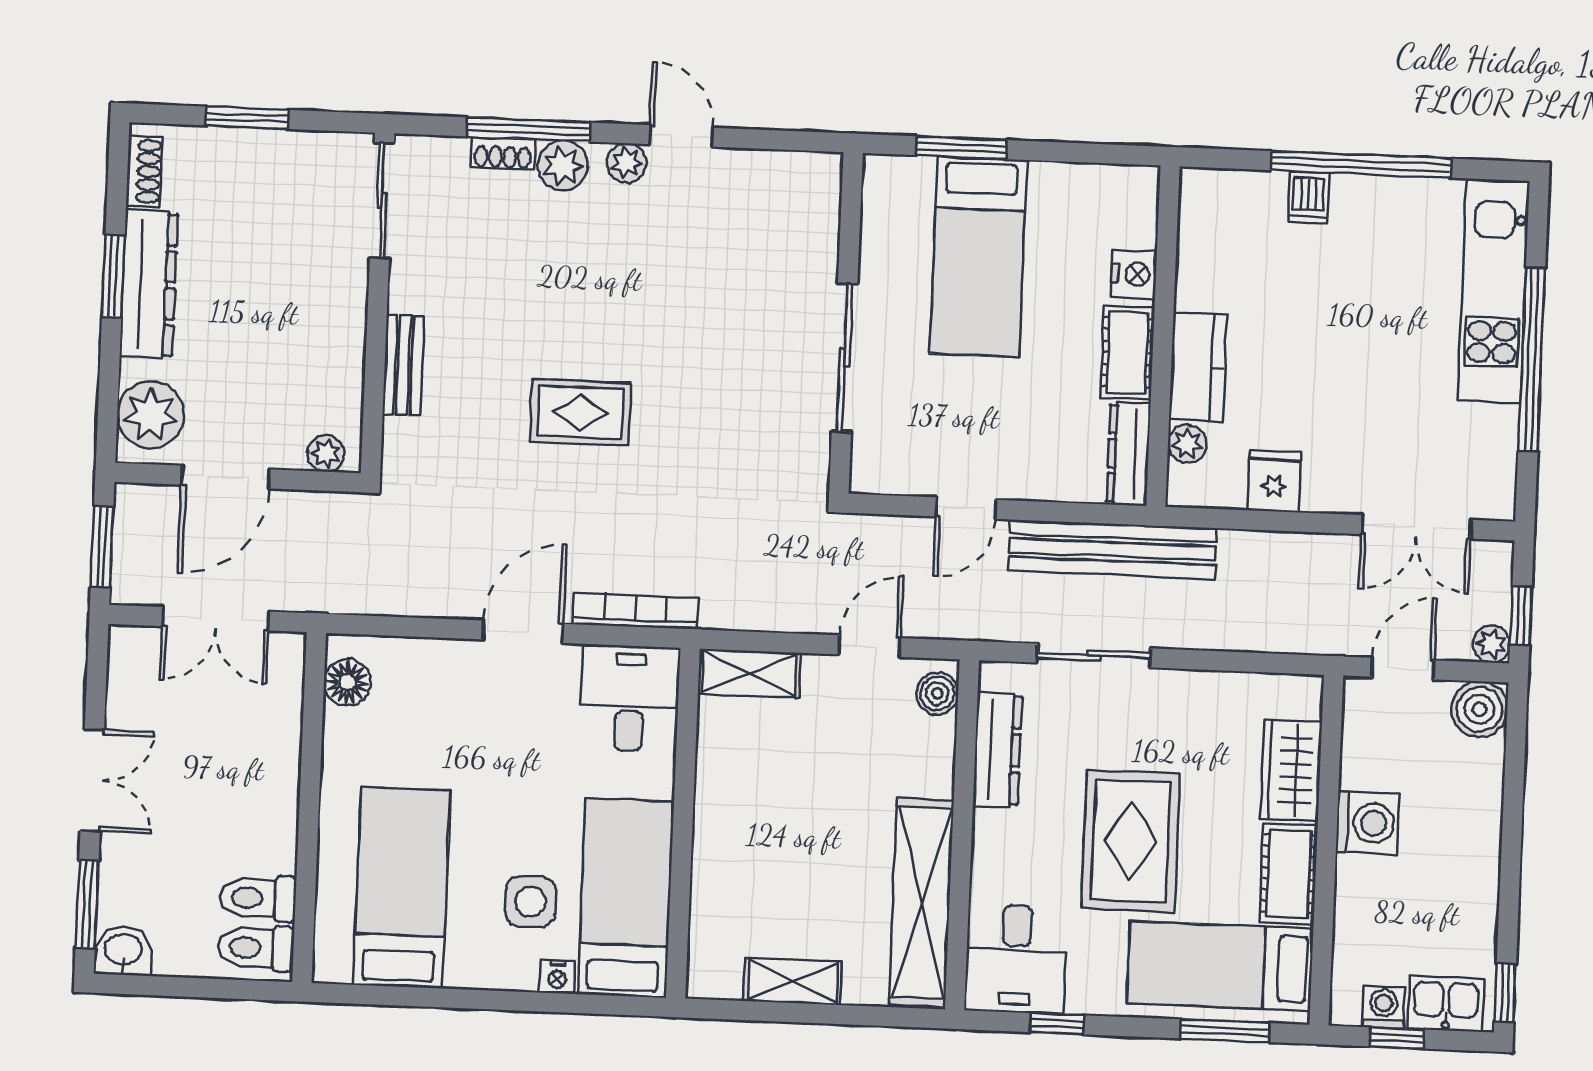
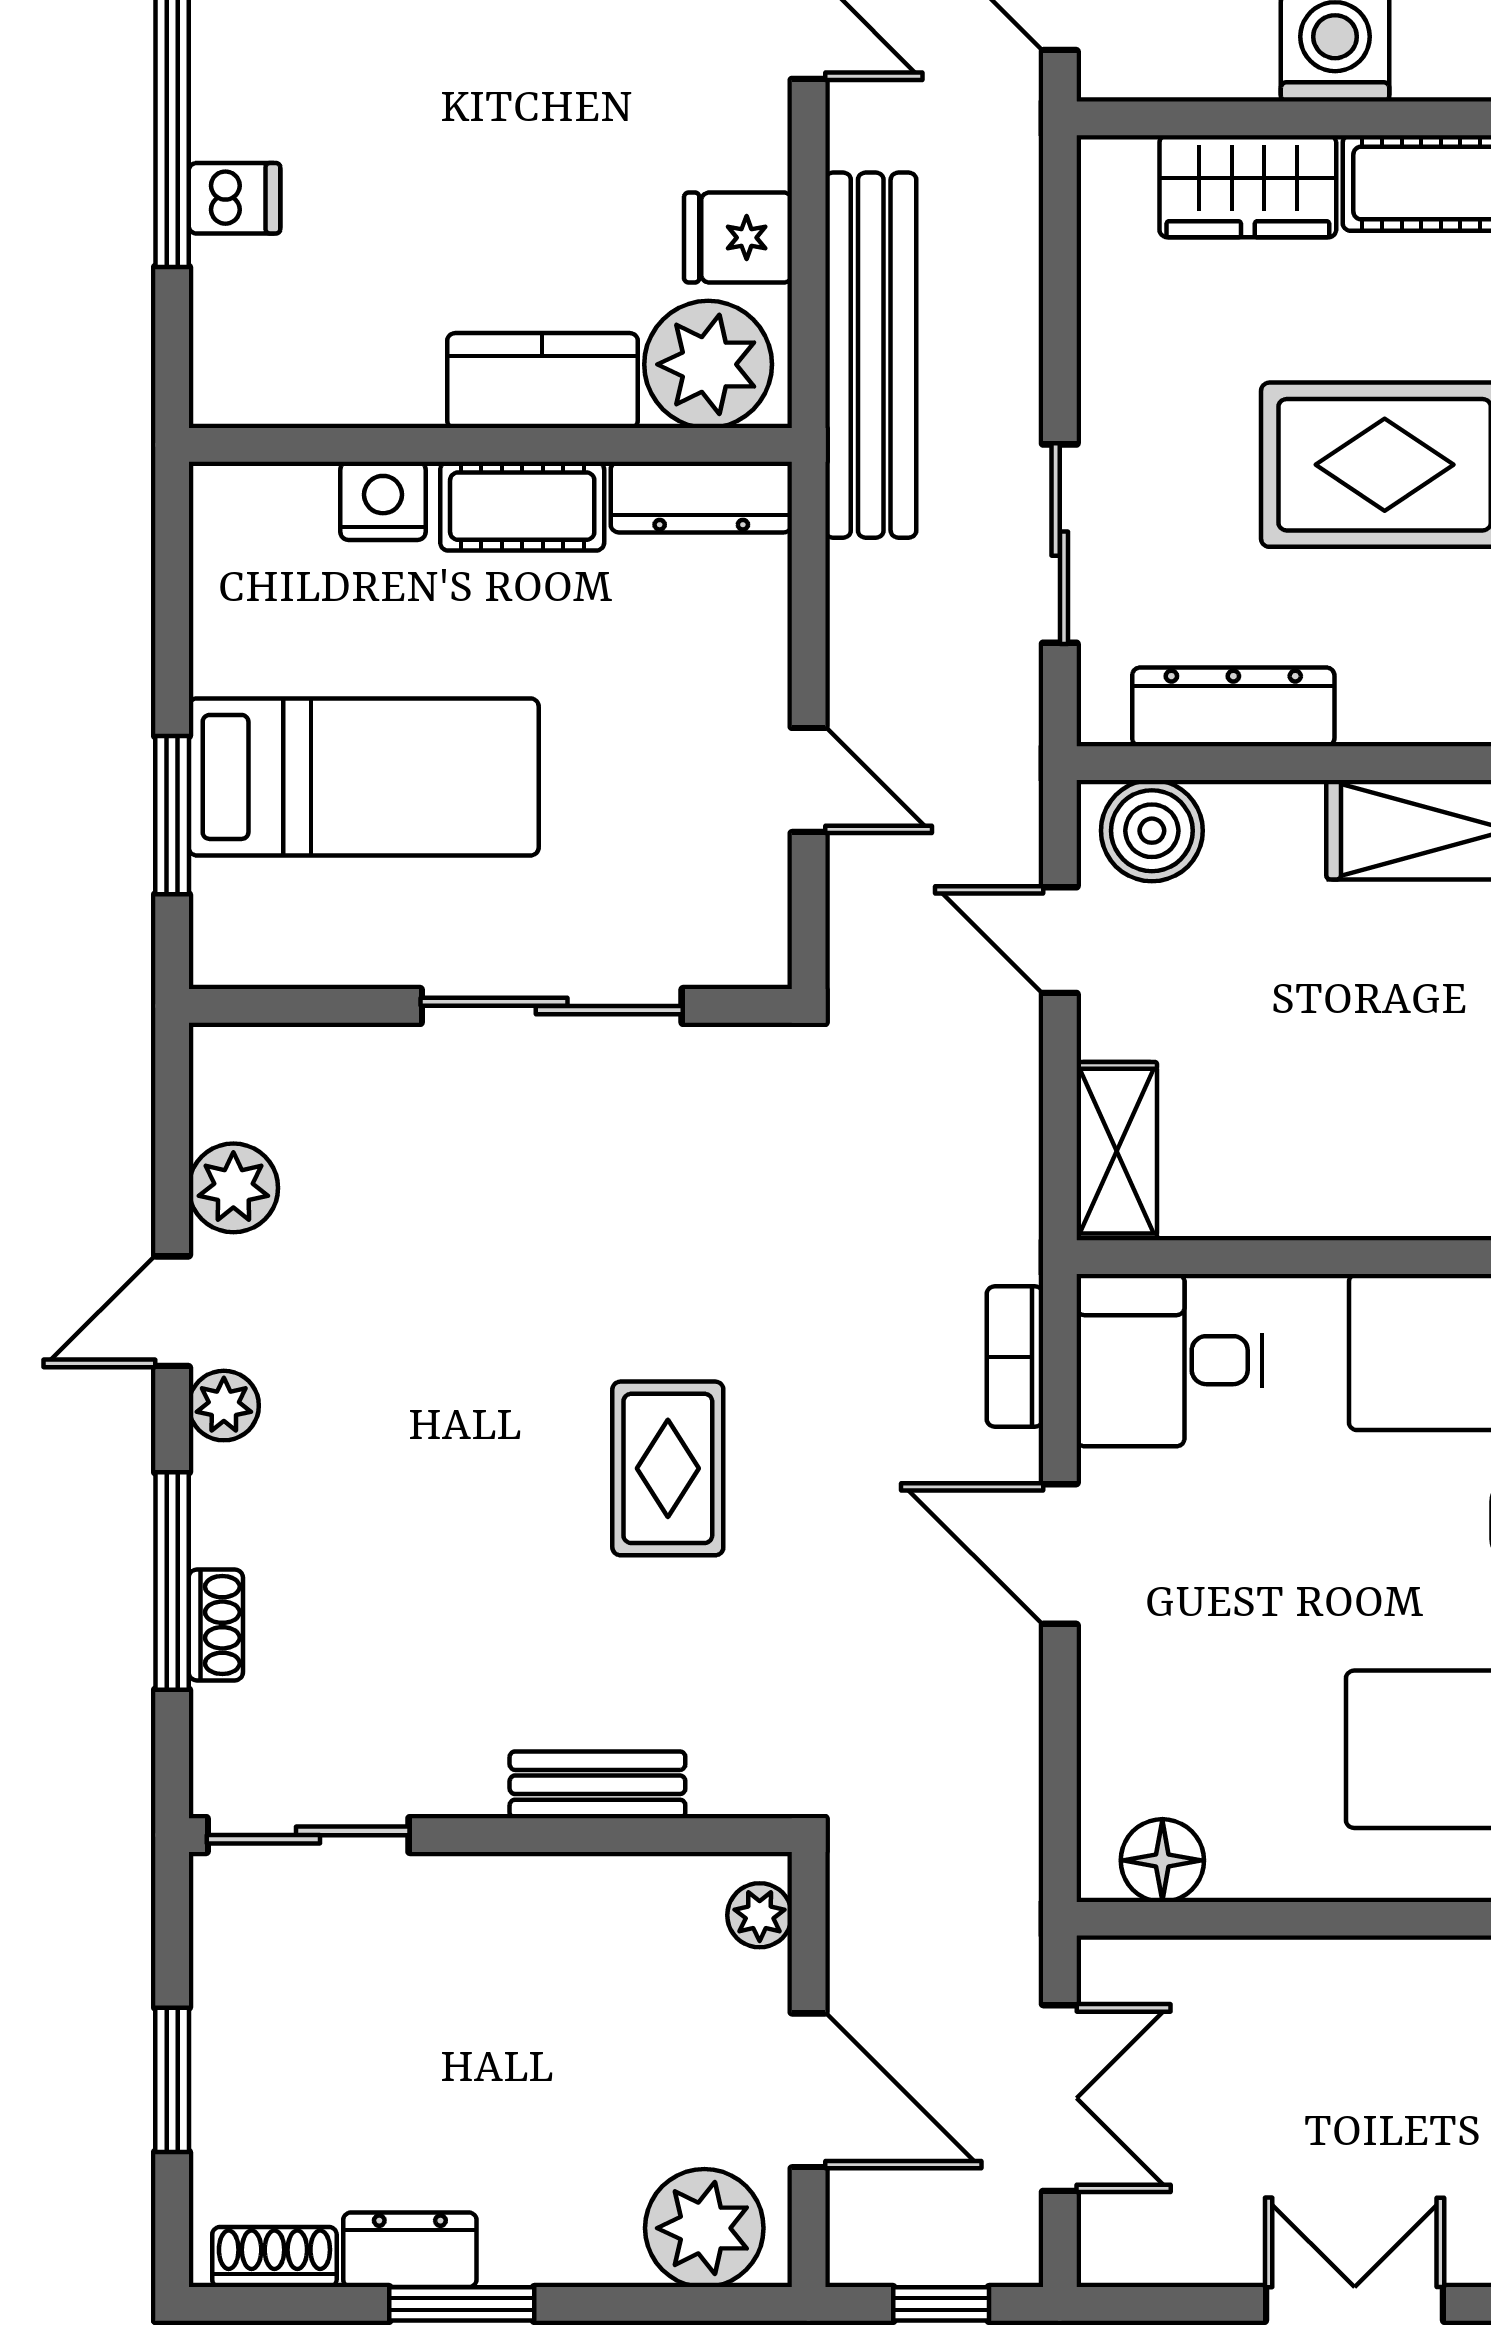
plant: (563, 166) -> (233, 1188), moved
dresser: (149, 284) -> (410, 2250), width x0.51, depth x0.80
plant: (1187, 444) -> (708, 364), width x1.87, depth x1.87
window: (102, 547) -> (941, 2304), width x0.67
bench: (1112, 549) -> (871, 355), moved
bookcase: (636, 611) -> (1015, 1357), width x0.64
boiler: (937, 693) -> (1152, 831), width x1.36, depth x1.36

